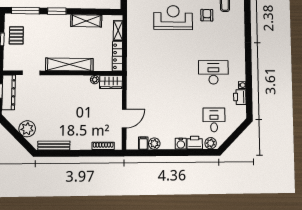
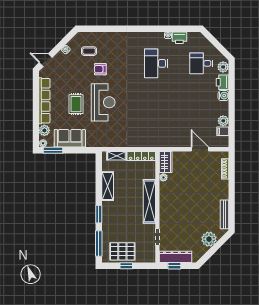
reception desk: (173, 18) -> (103, 102), turned 180
pallet: (16, 35) -> (122, 251), width x1.50, depth x1.42

